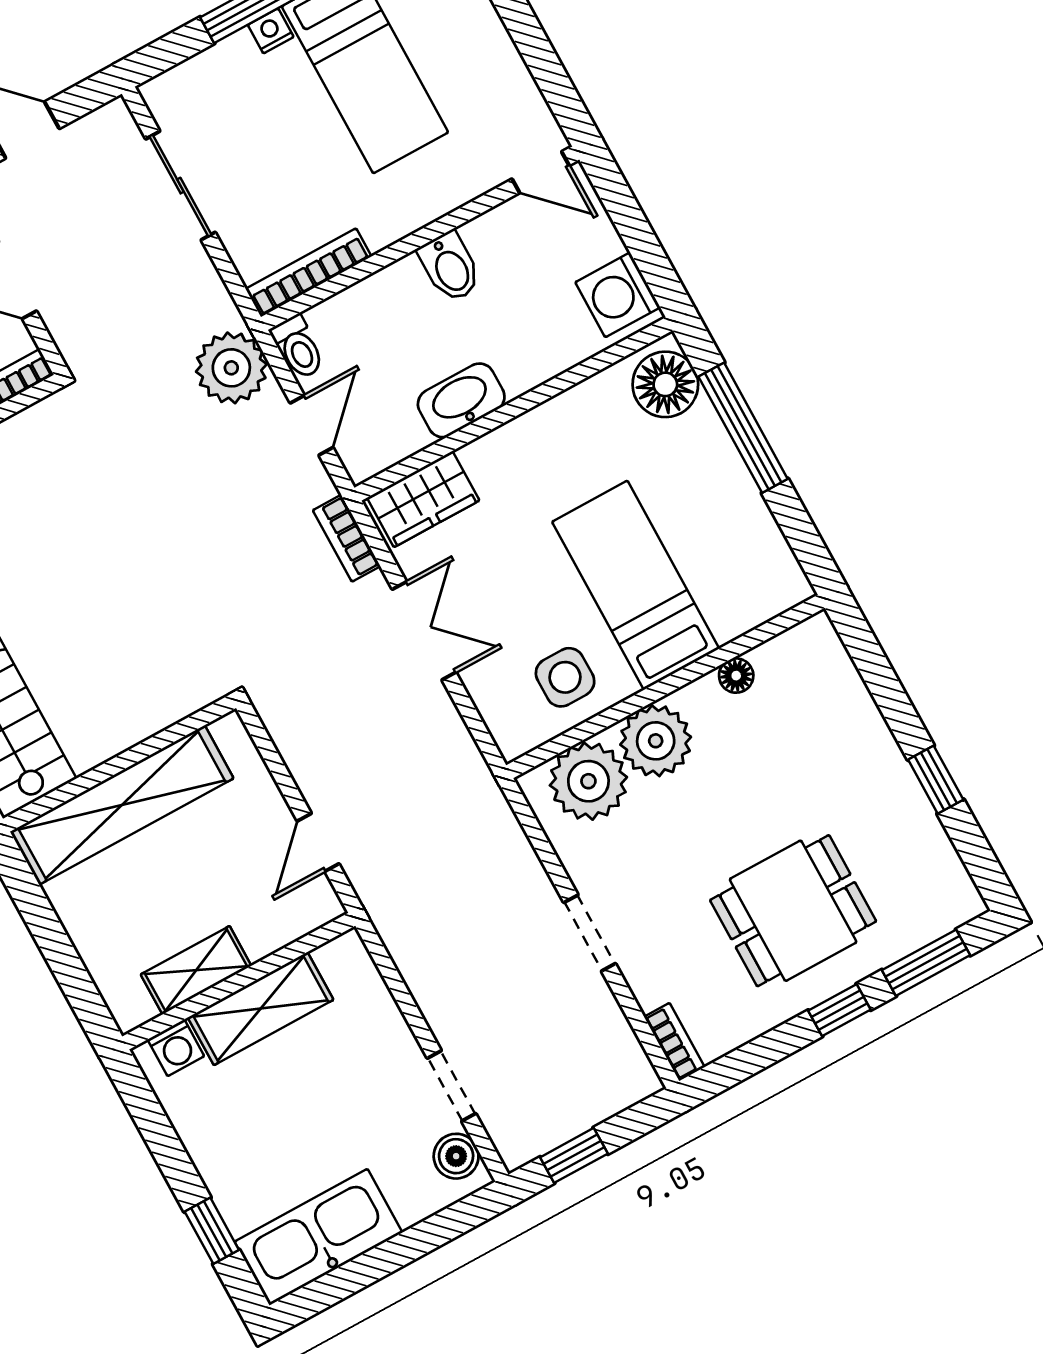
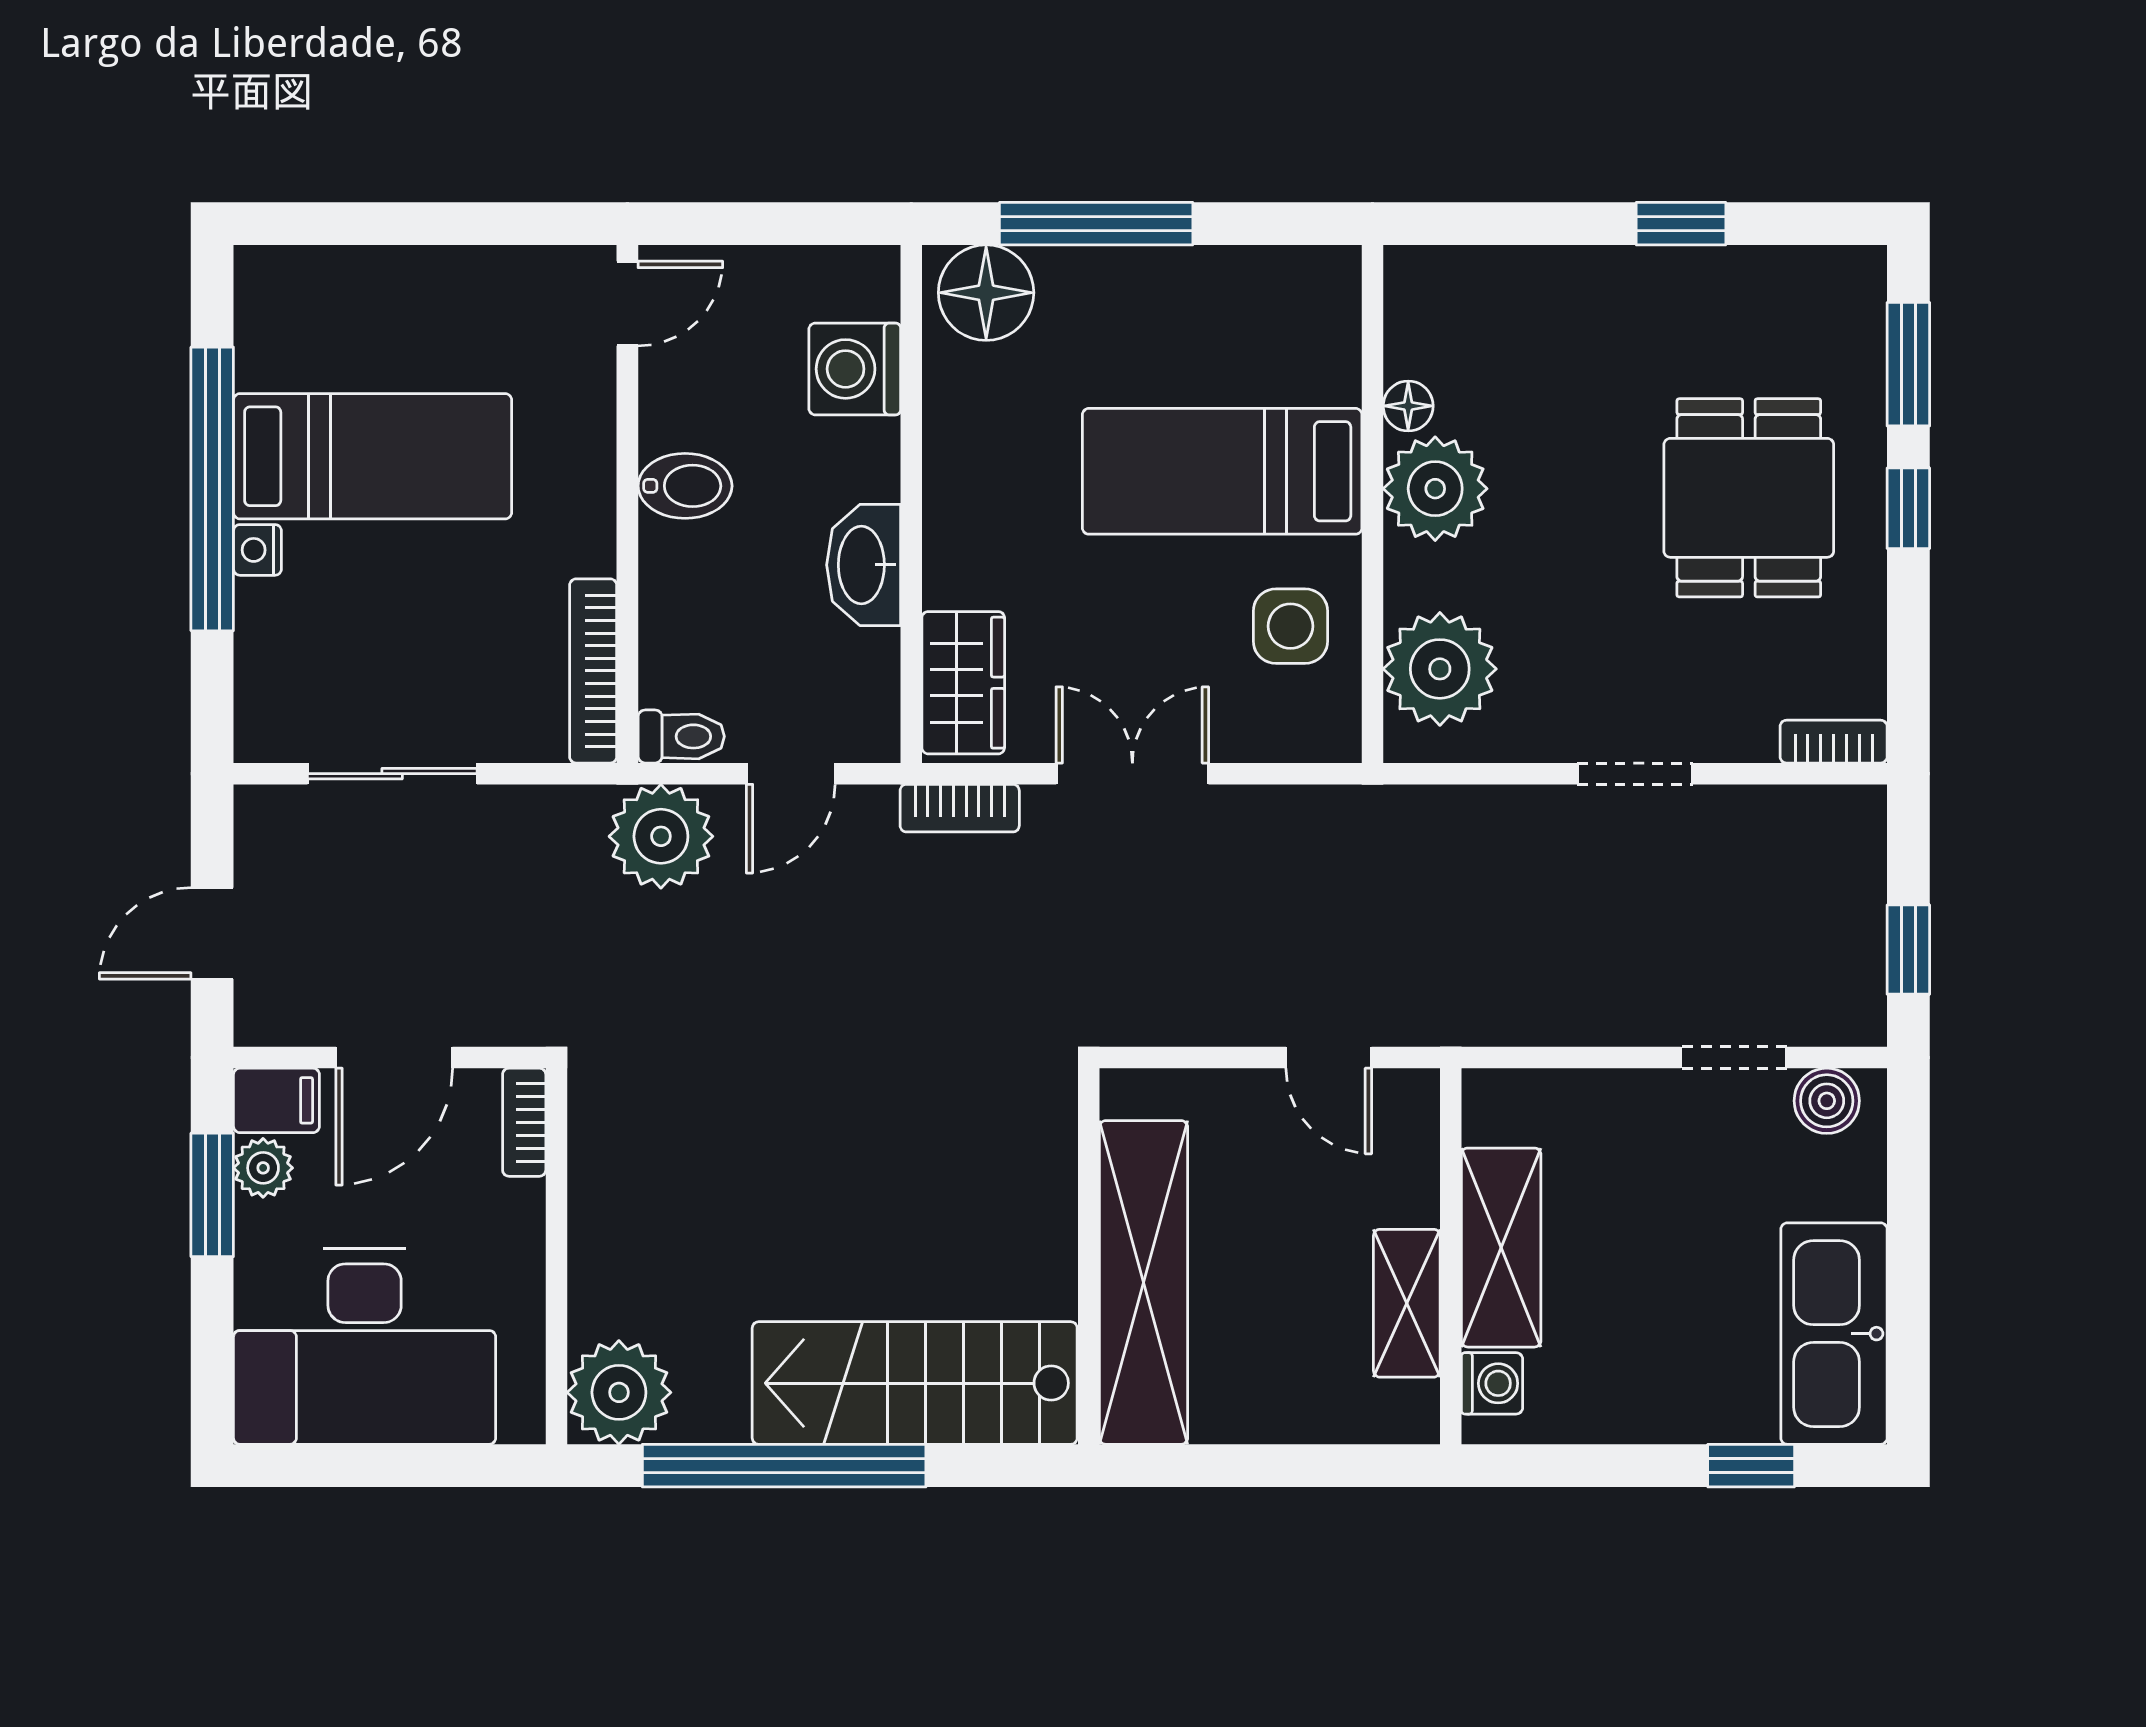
washing machine: (618, 295) -> (855, 369), moved, turned 90
door: (312, 425) -> (791, 774), swing flipped
plant: (656, 741) -> (1435, 489), moved

